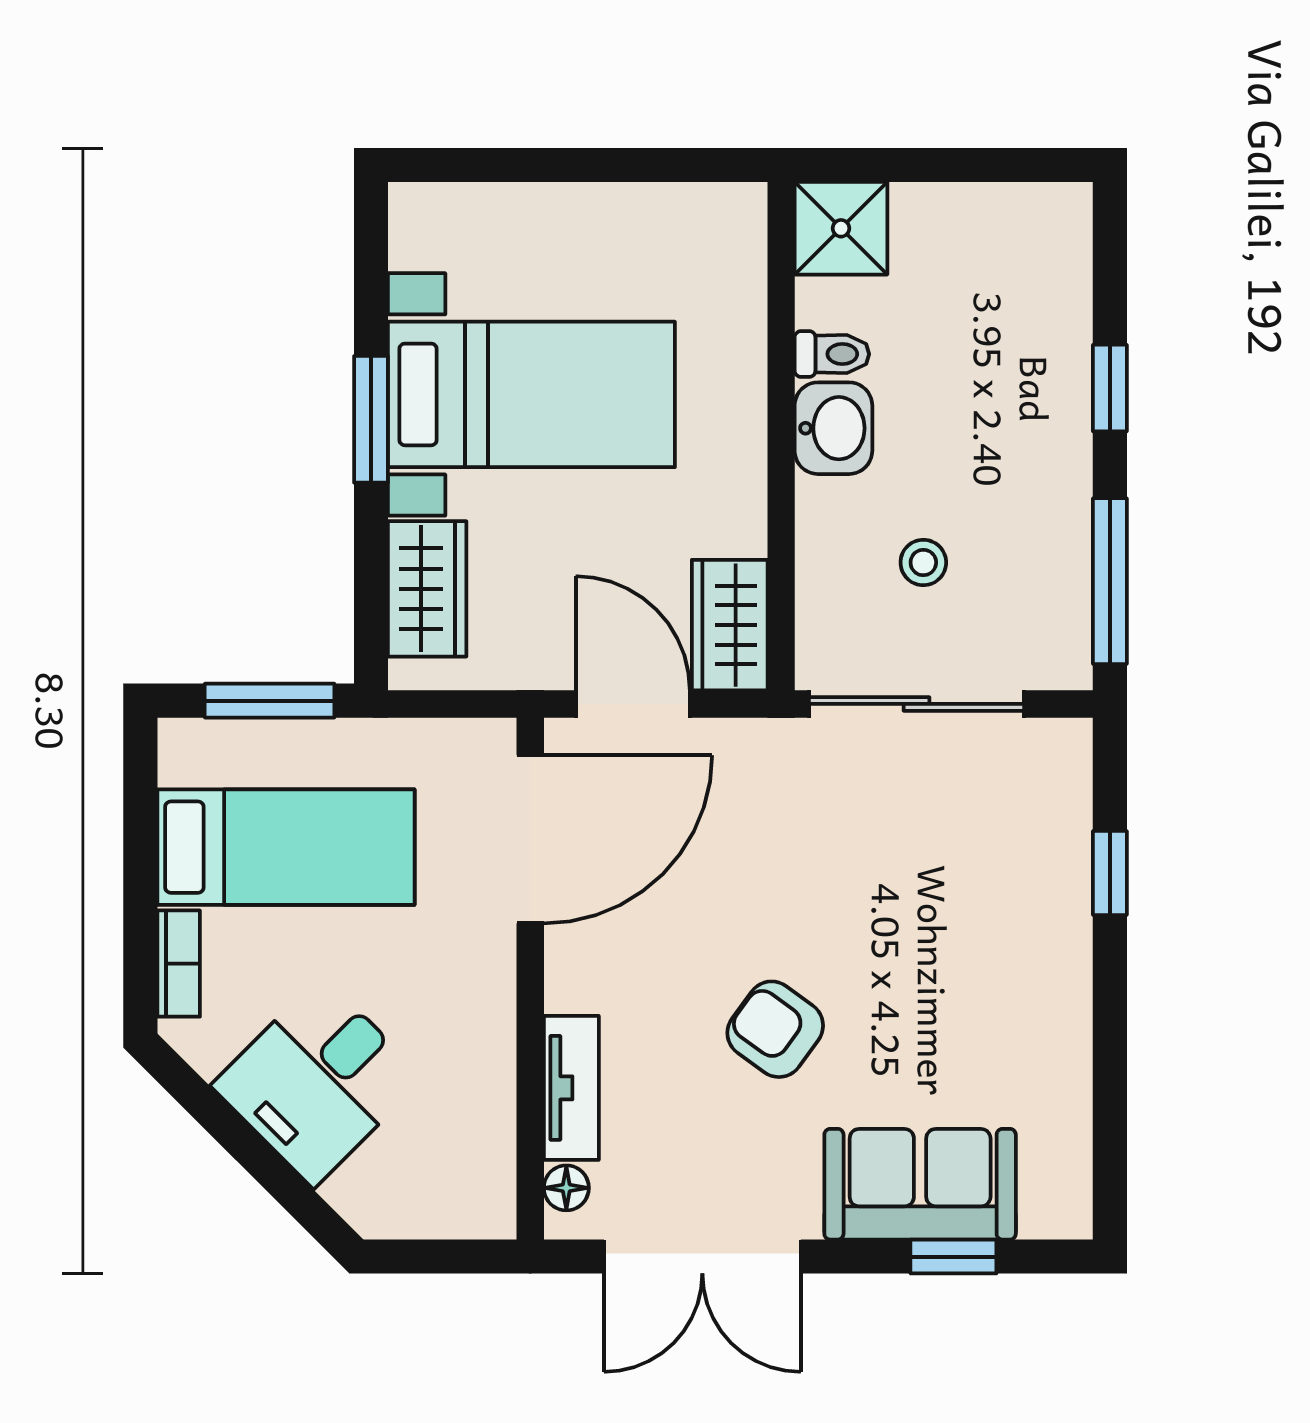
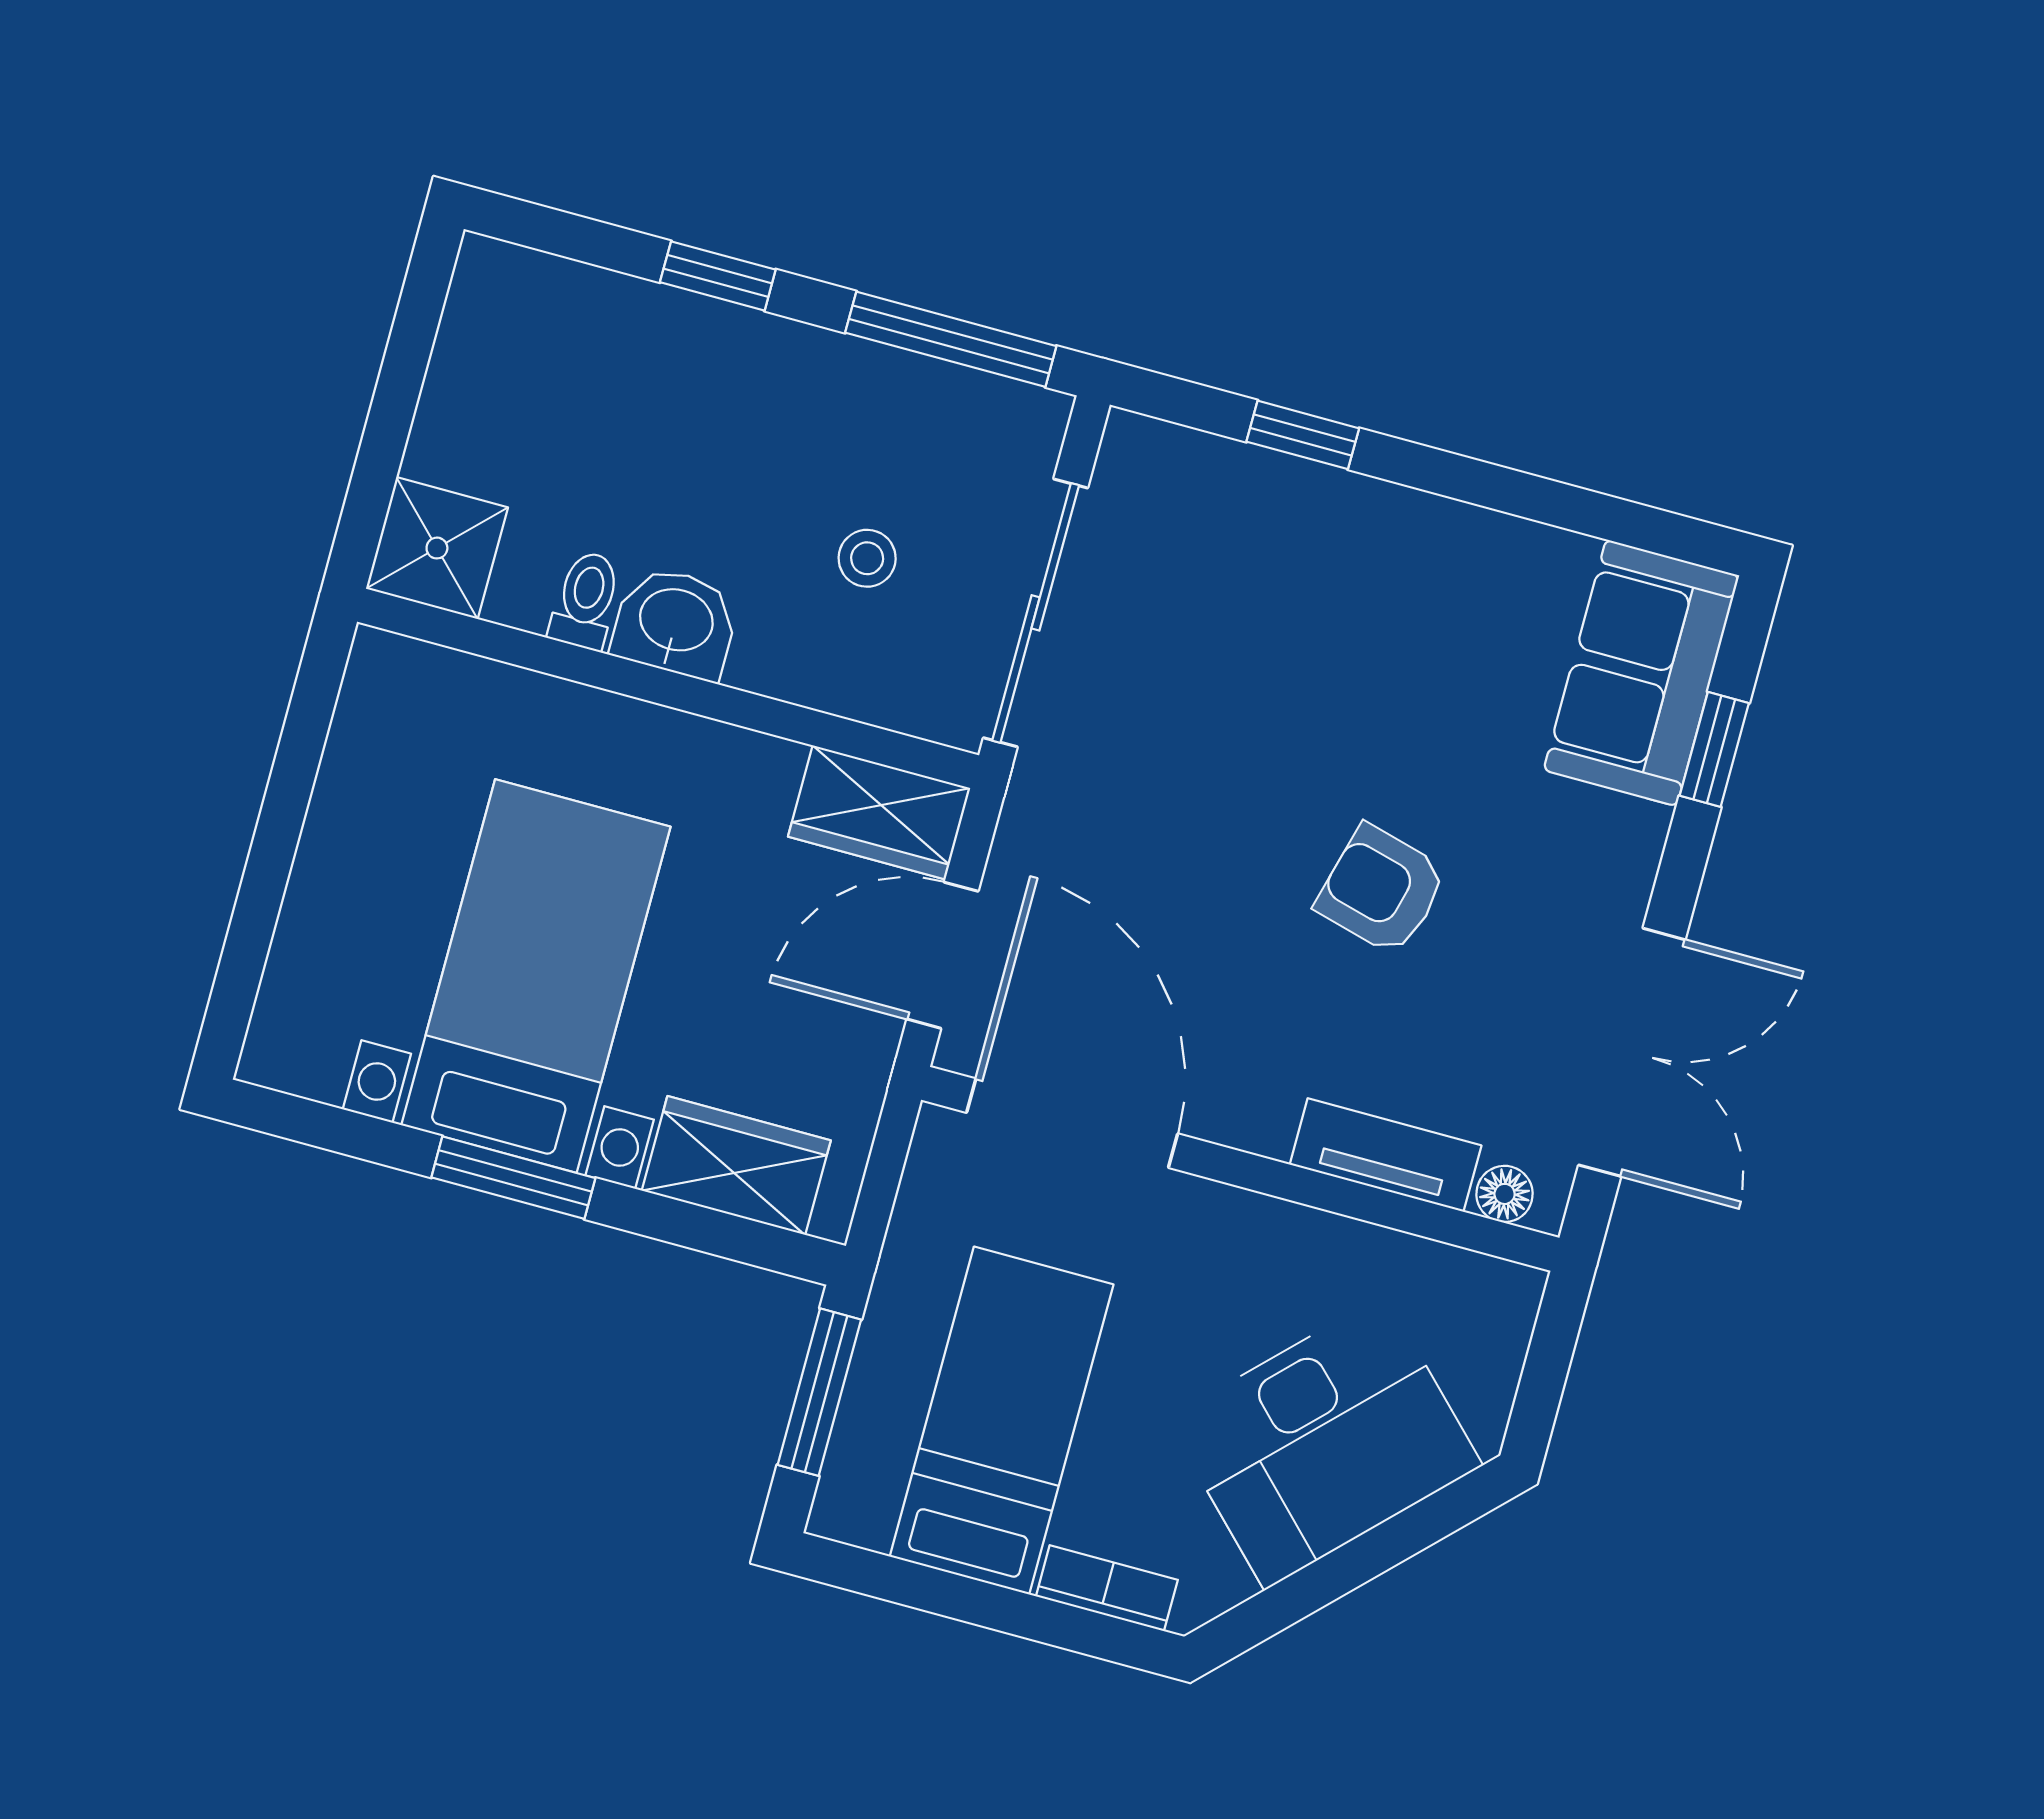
armchair: (775, 1029) -> (1382, 890), turned 69
desk: (318, 1082) -> (1325, 1442), width x1.37
sofa: (920, 1184) -> (1641, 673), moved

